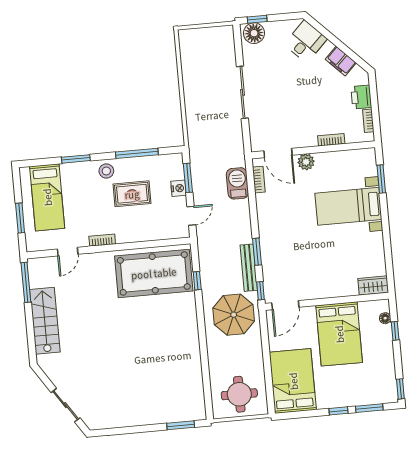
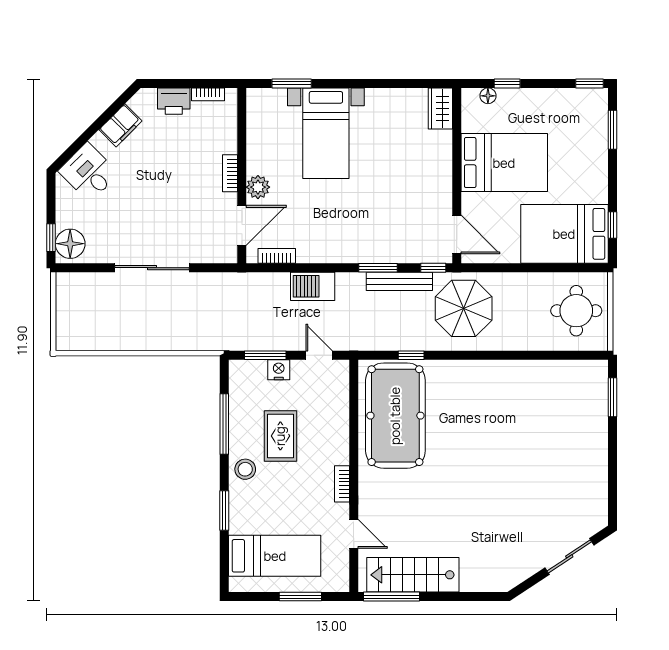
bookcase: (331, 140) -> (230, 173), moved
barbecue: (237, 183) -> (313, 286), moved
stairs: (45, 321) -> (413, 575), moved
window: (338, 411) -> (612, 225), moved

